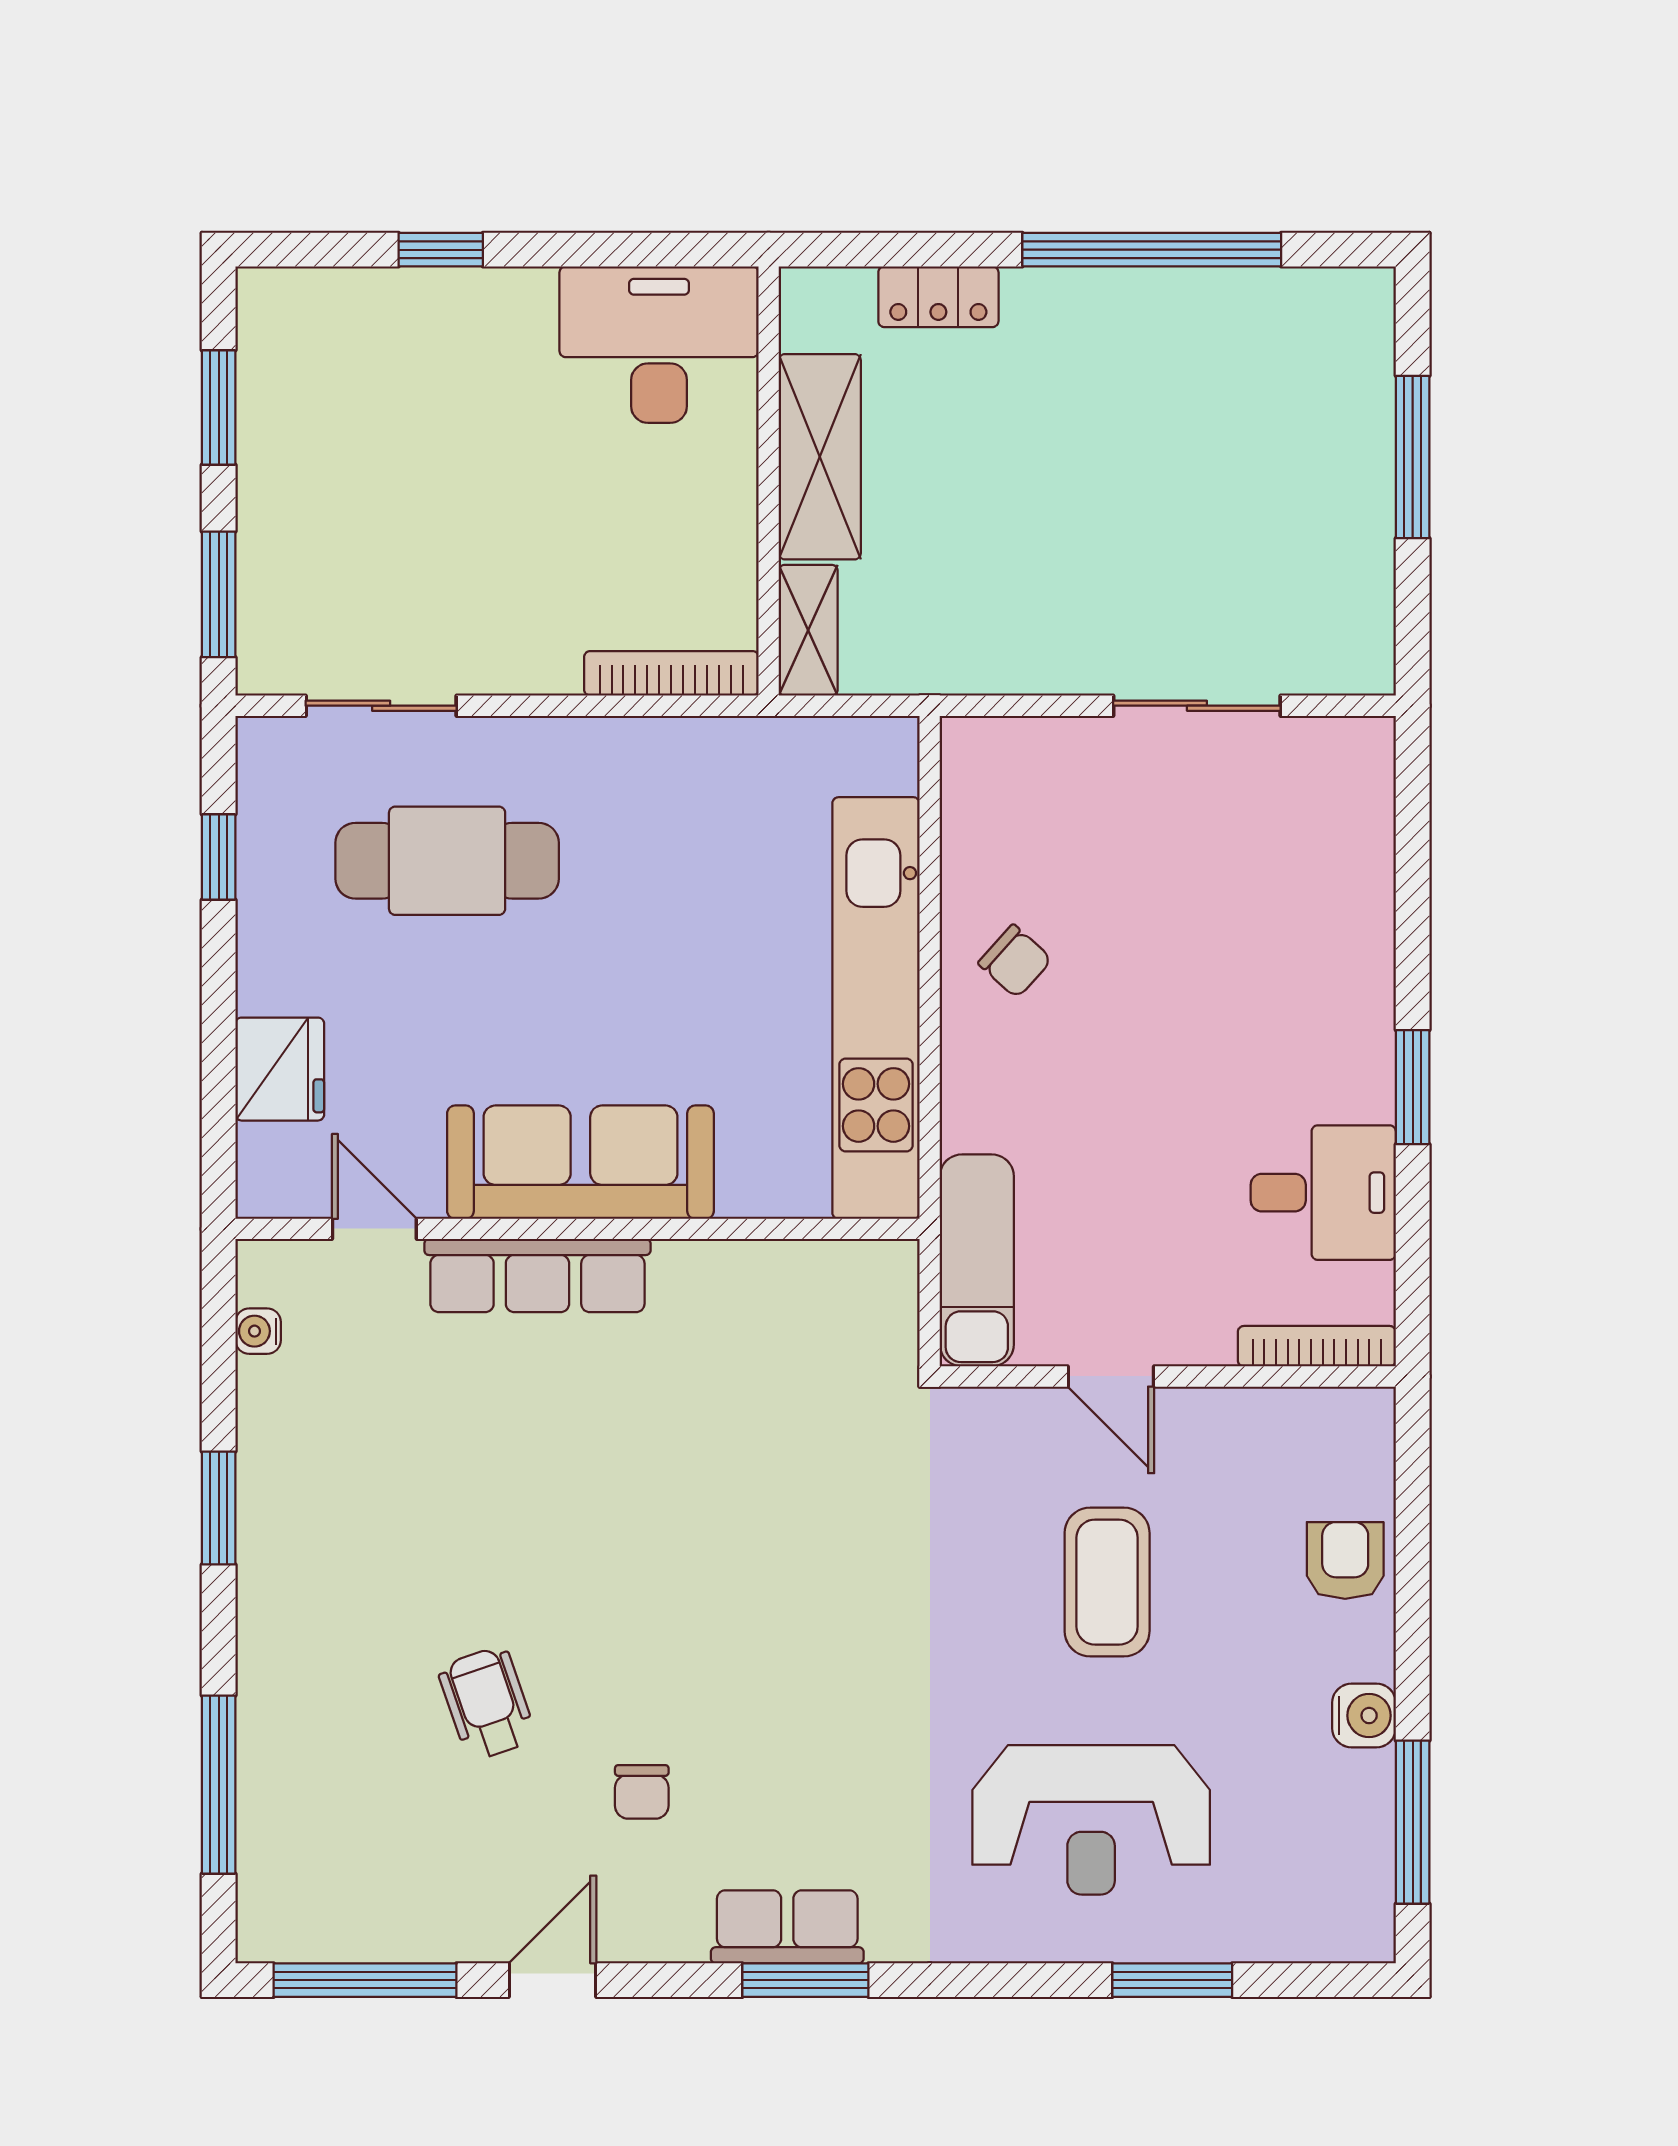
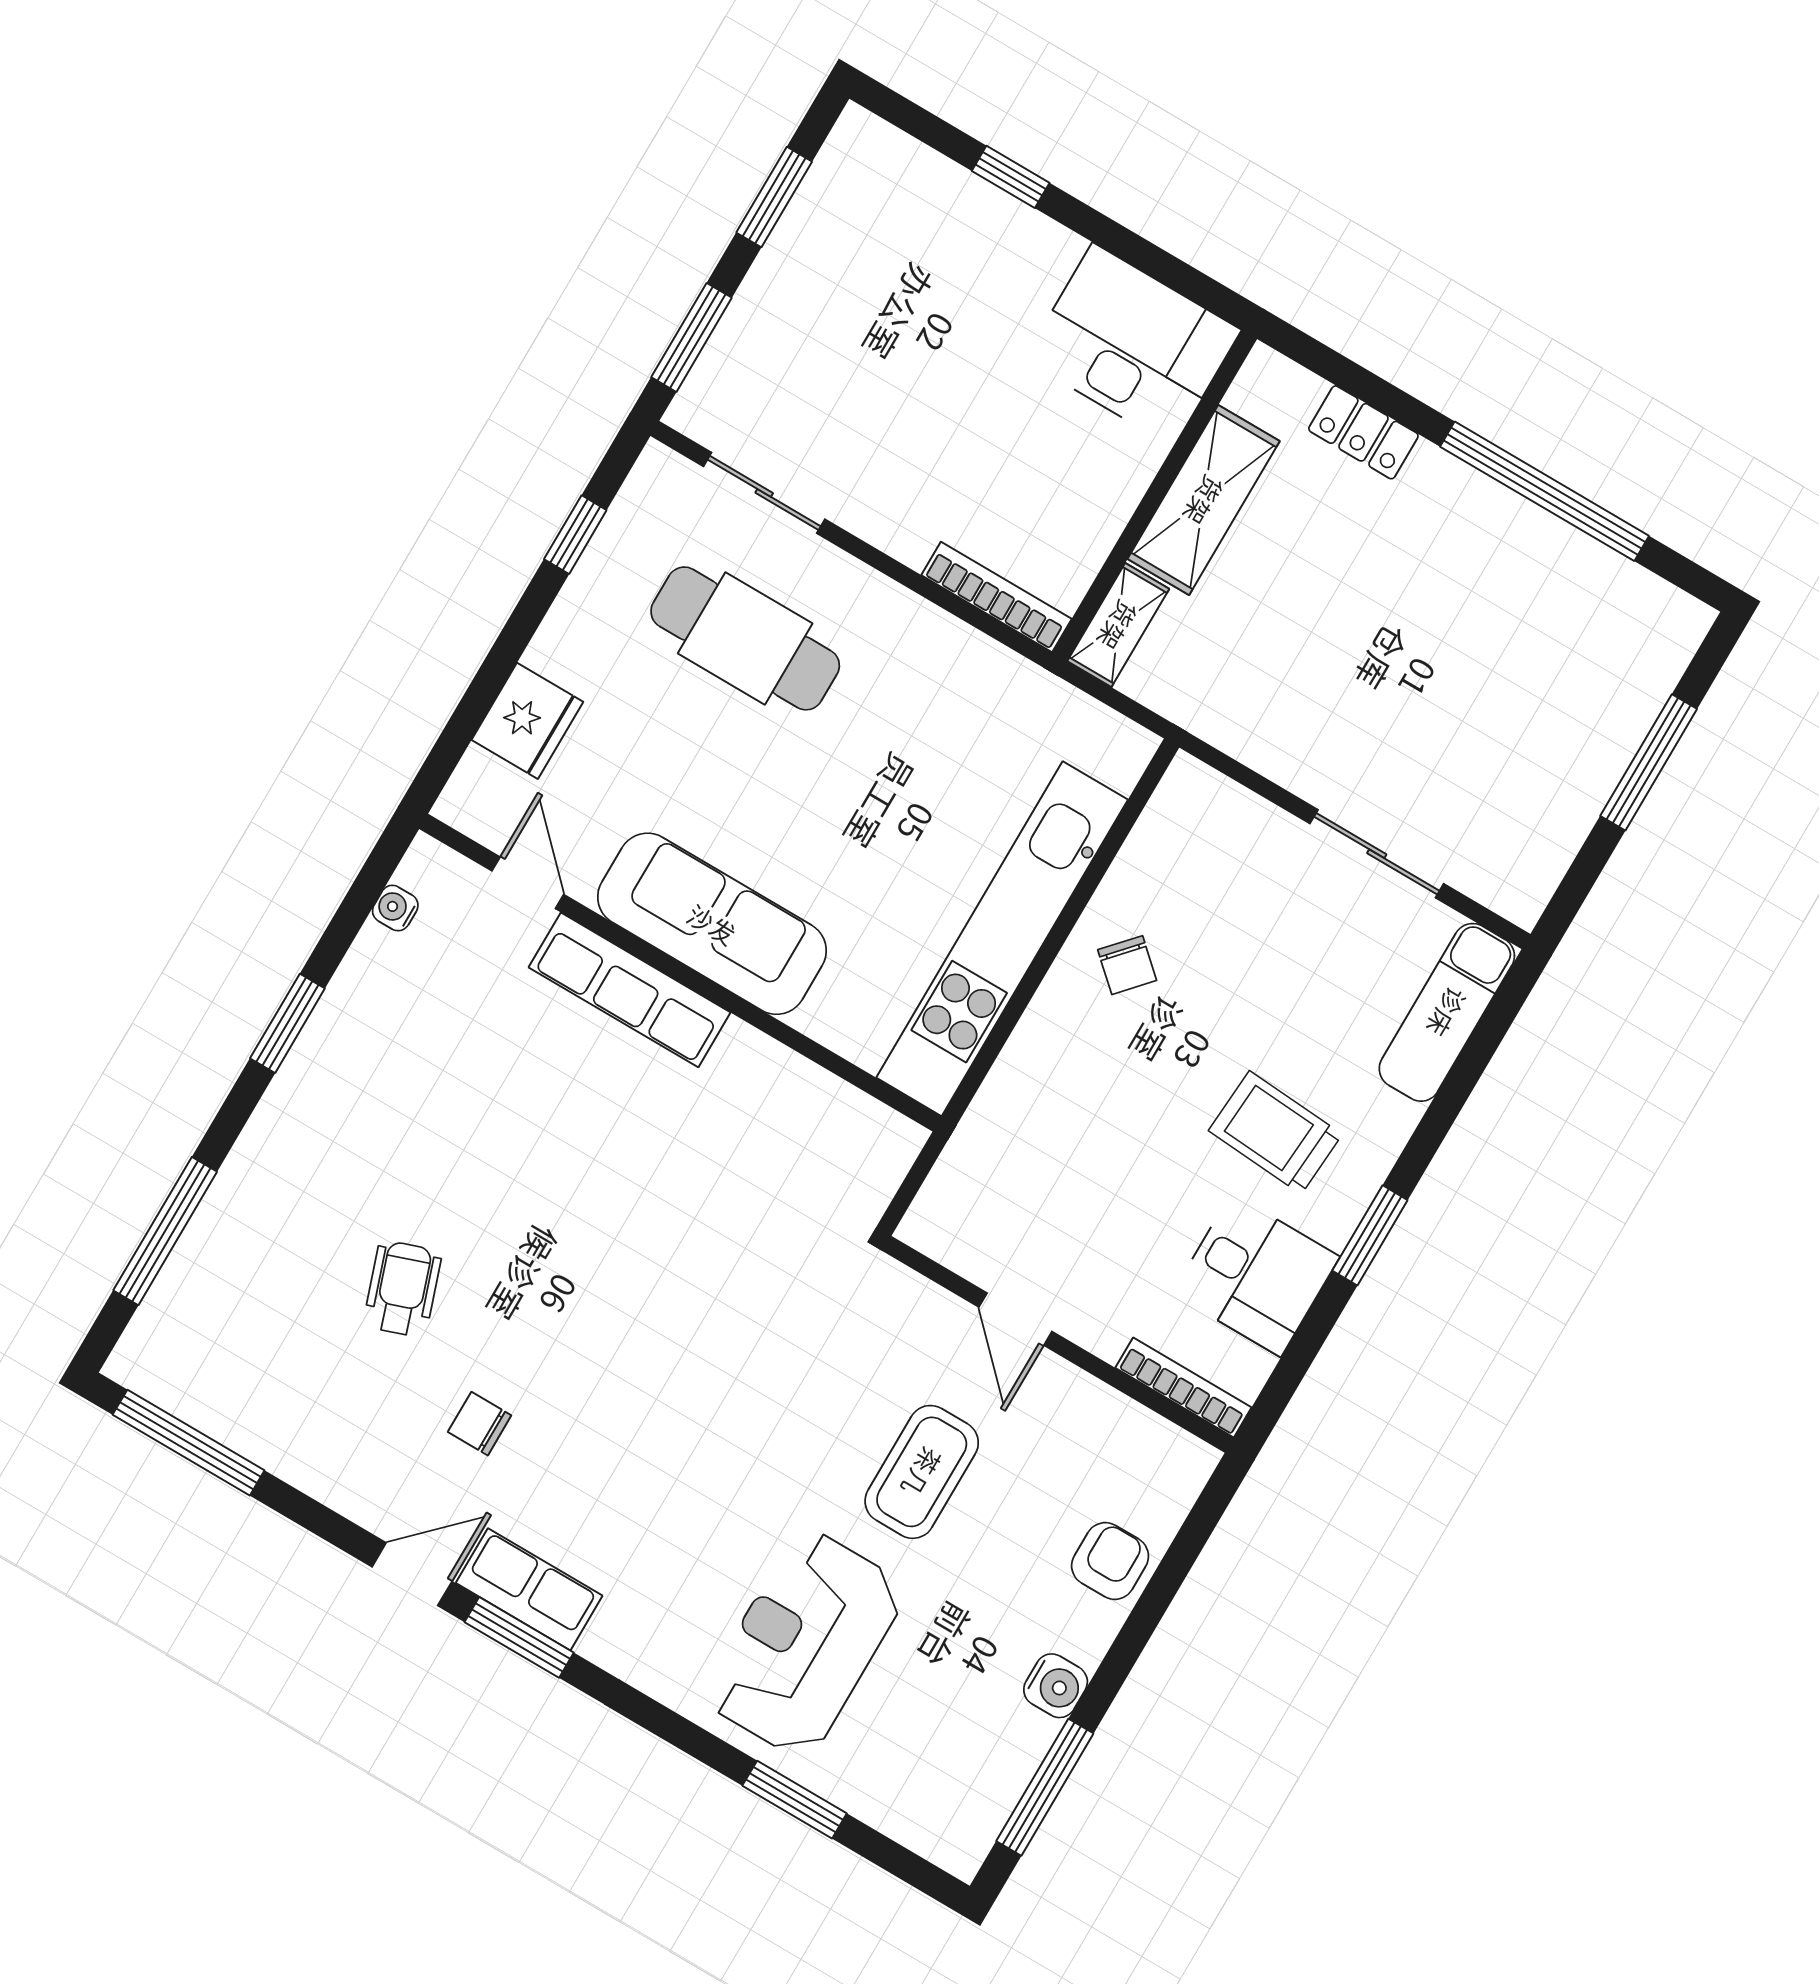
trolley: (1259, 1040) -> (1275, 1132), added
exam couch: (977, 1260) -> (1447, 1012), moved, turned 180
chair: (642, 1792) -> (480, 1424), turned 90
reception desk: (1091, 1820) -> (805, 1643), turned 90
door: (552, 1980) -> (412, 1574), moved

